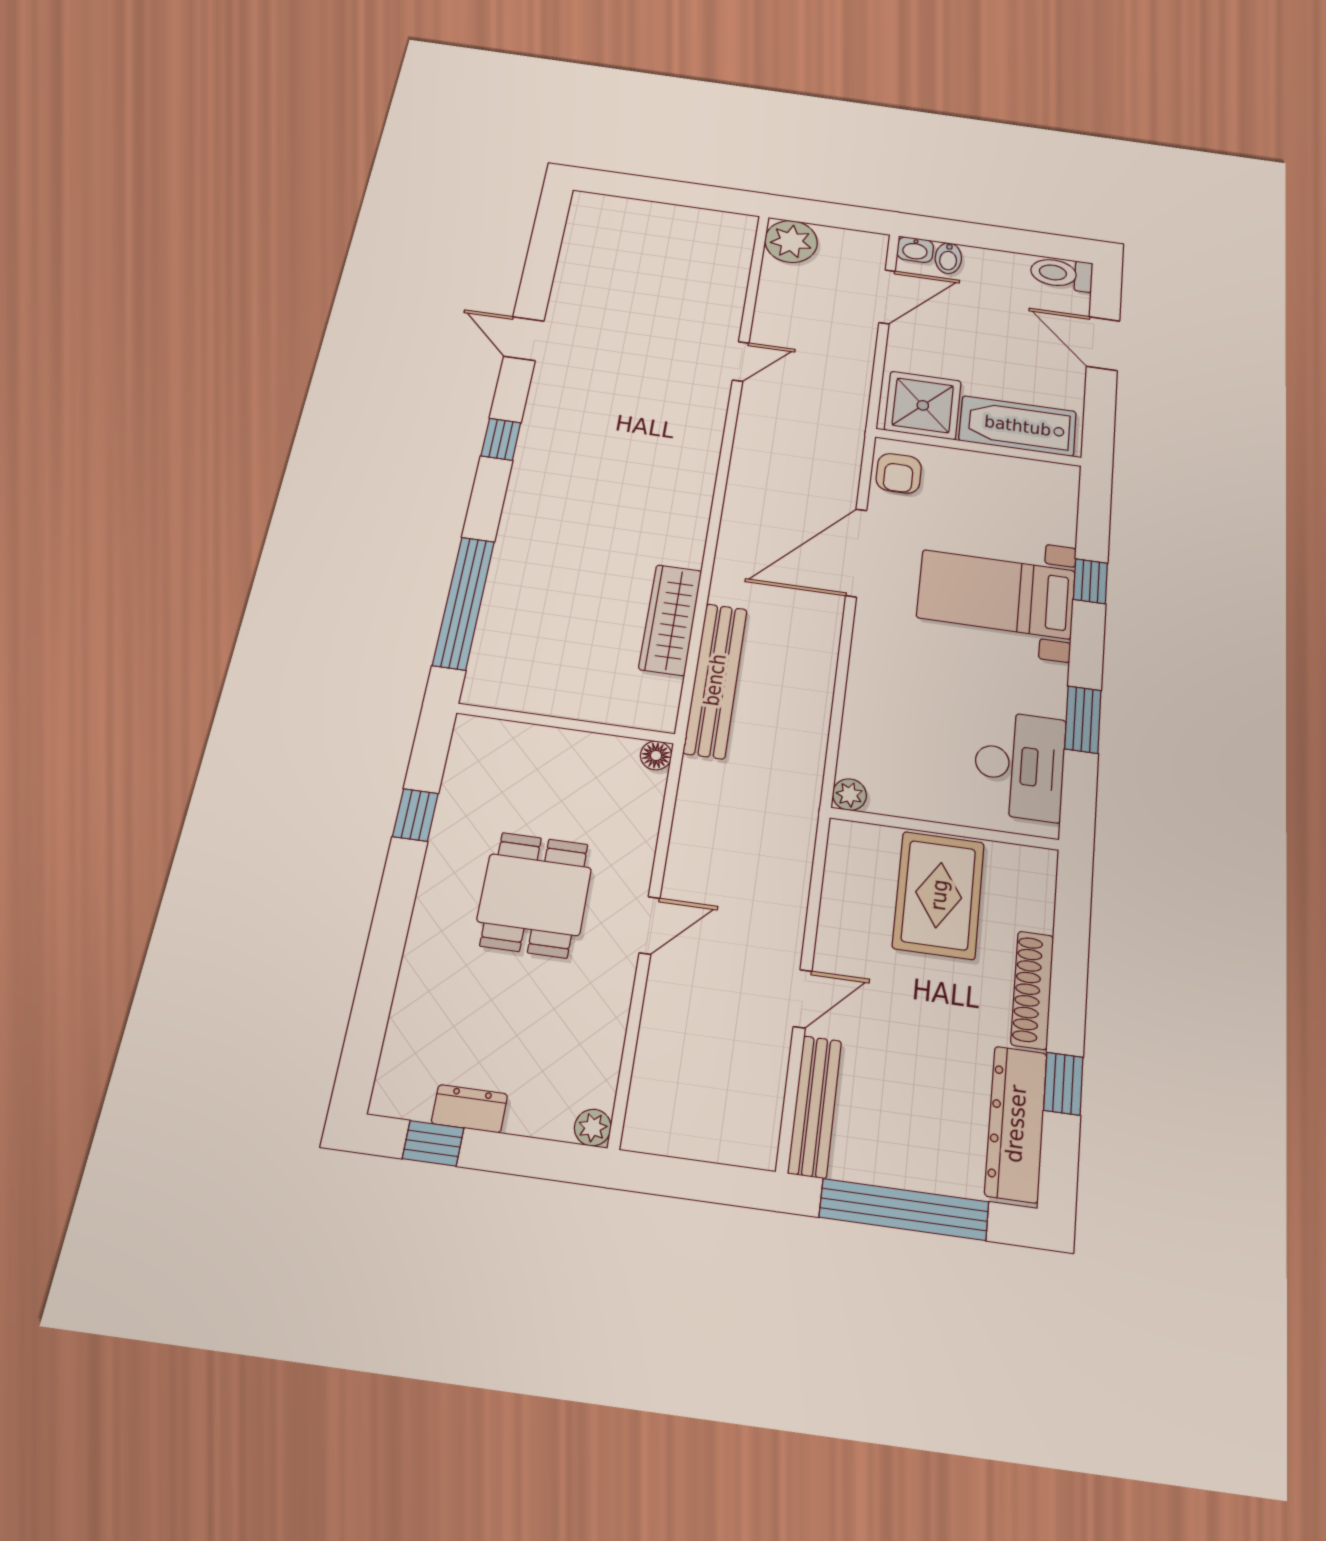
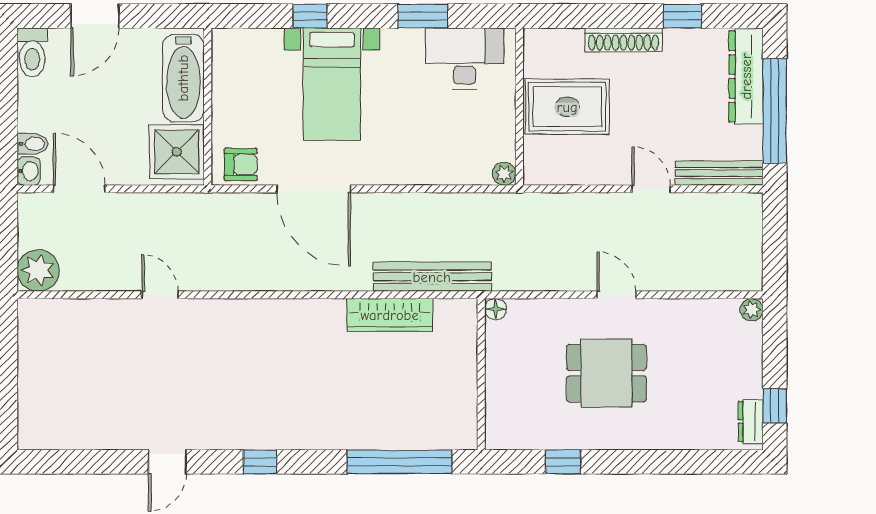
dresser: (469, 1109) -> (751, 421), moved
dresser: (1016, 1124) -> (746, 76), moved, turned 90

